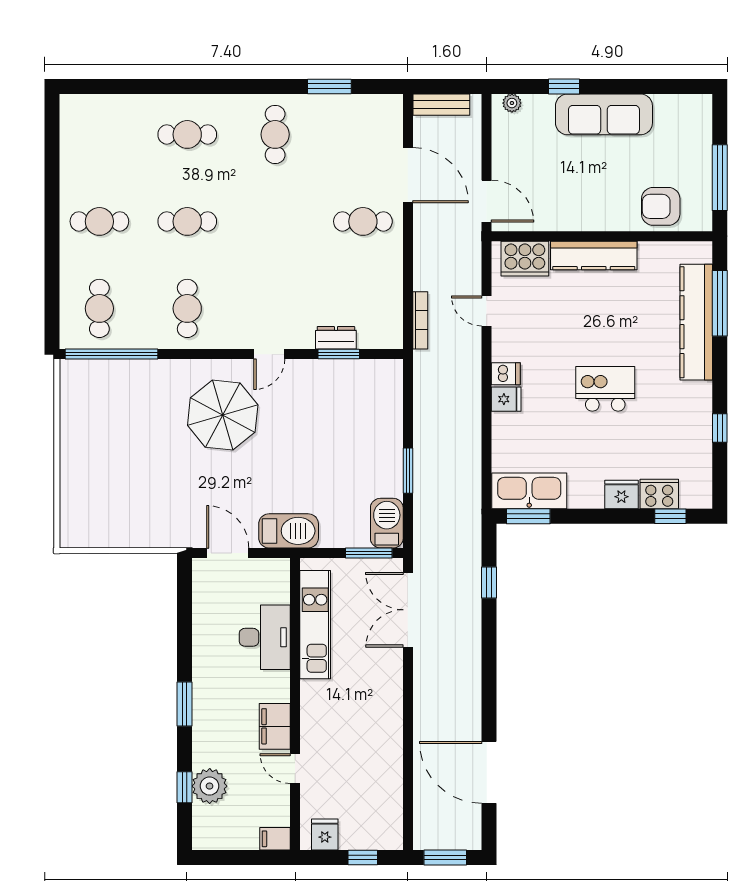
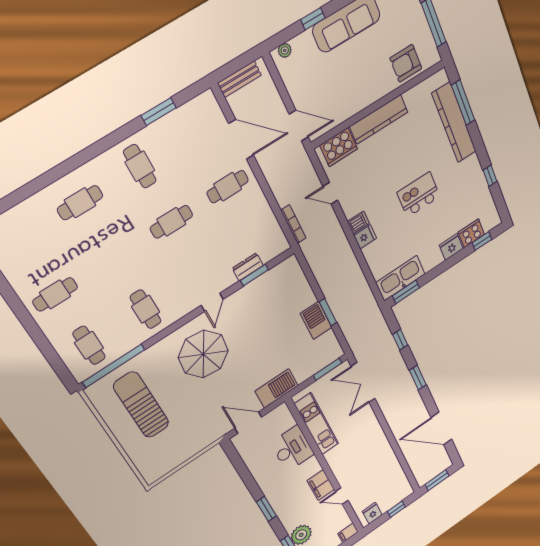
cafe table: (187, 221) -> (171, 222), moved
sun lounger: (114, 429) -> (141, 405), added
barbecue: (387, 523) -> (316, 321), moved
window: (489, 661) -> (418, 378), added

